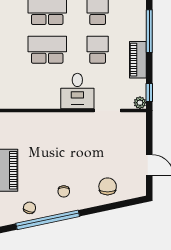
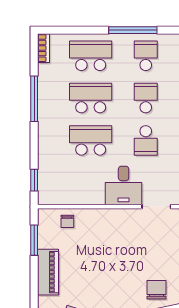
school desk: (98, 50) -> (146, 140), turned 180
chair: (64, 191) -> (67, 221), moved

